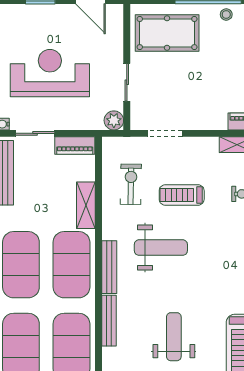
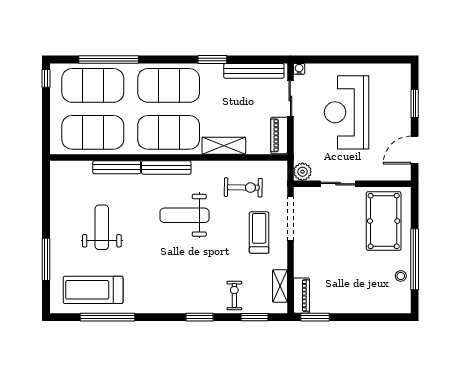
reception desk: (50, 73) -> (346, 112), turned 180
doorway: (165, 133) -> (290, 219), width x1.36
treadmill: (182, 195) -> (259, 232), moved
weight bench: (161, 248) -> (185, 215), turned 90
weight bench: (174, 337) -> (102, 227), turned -90

